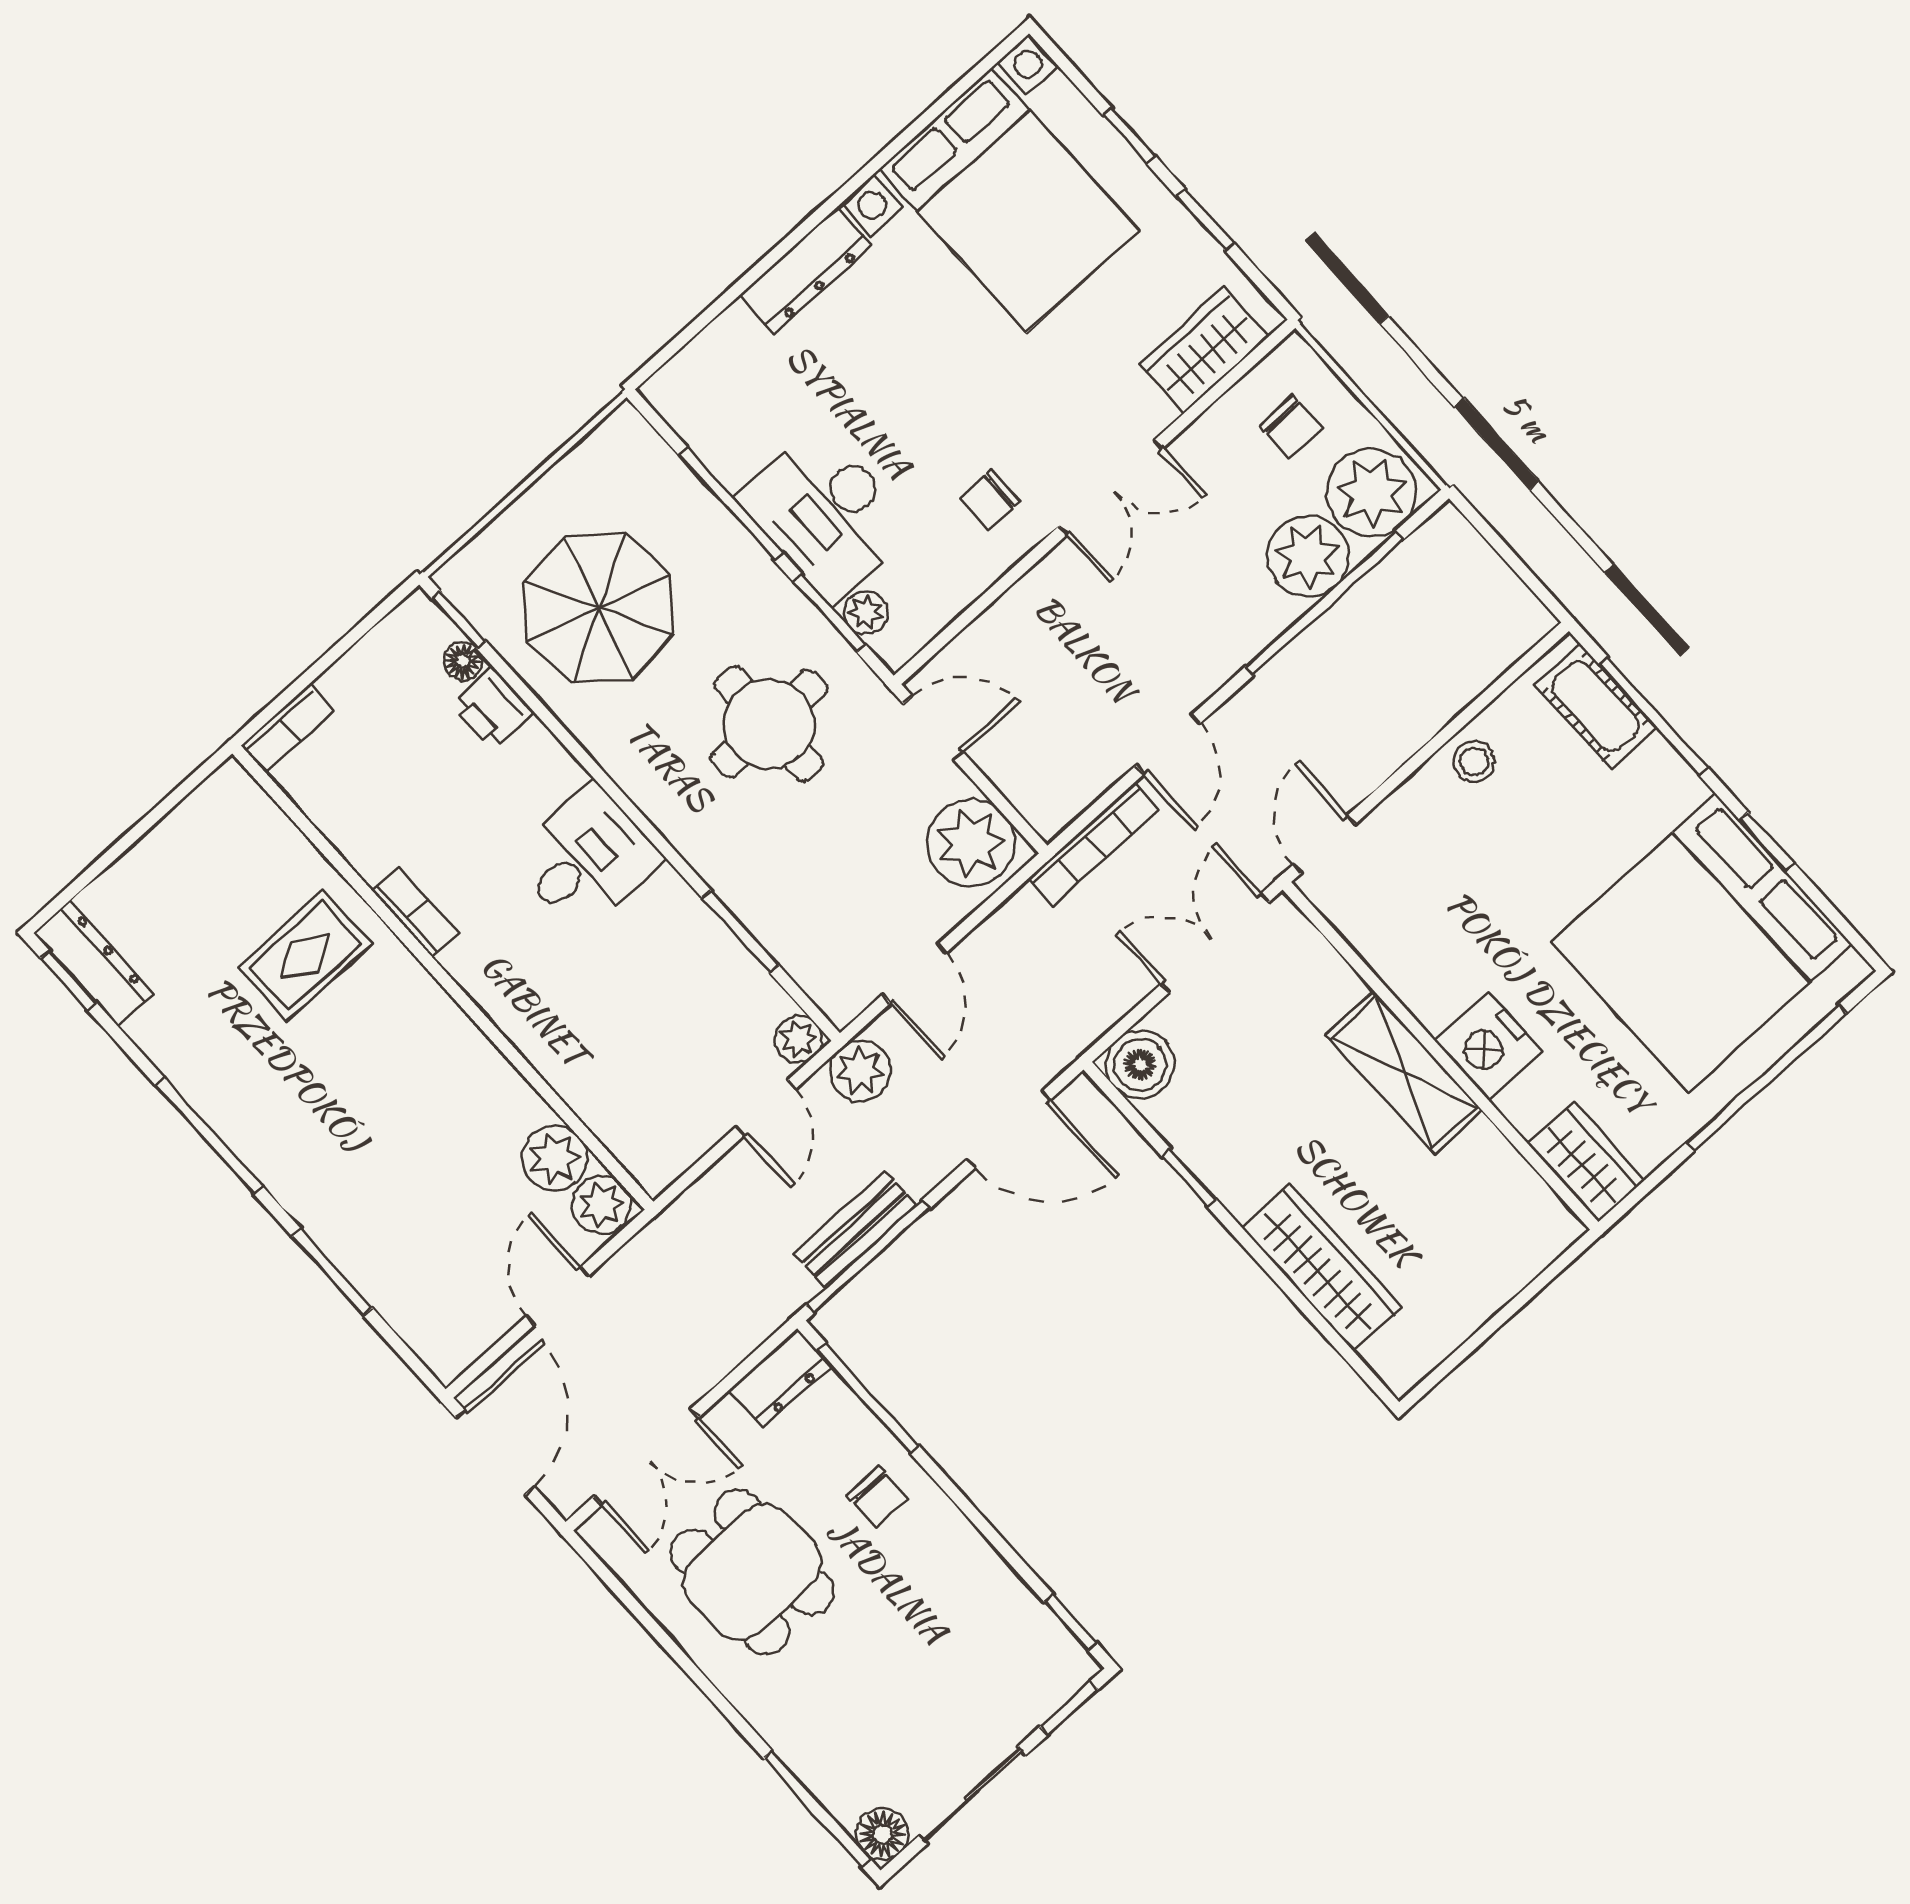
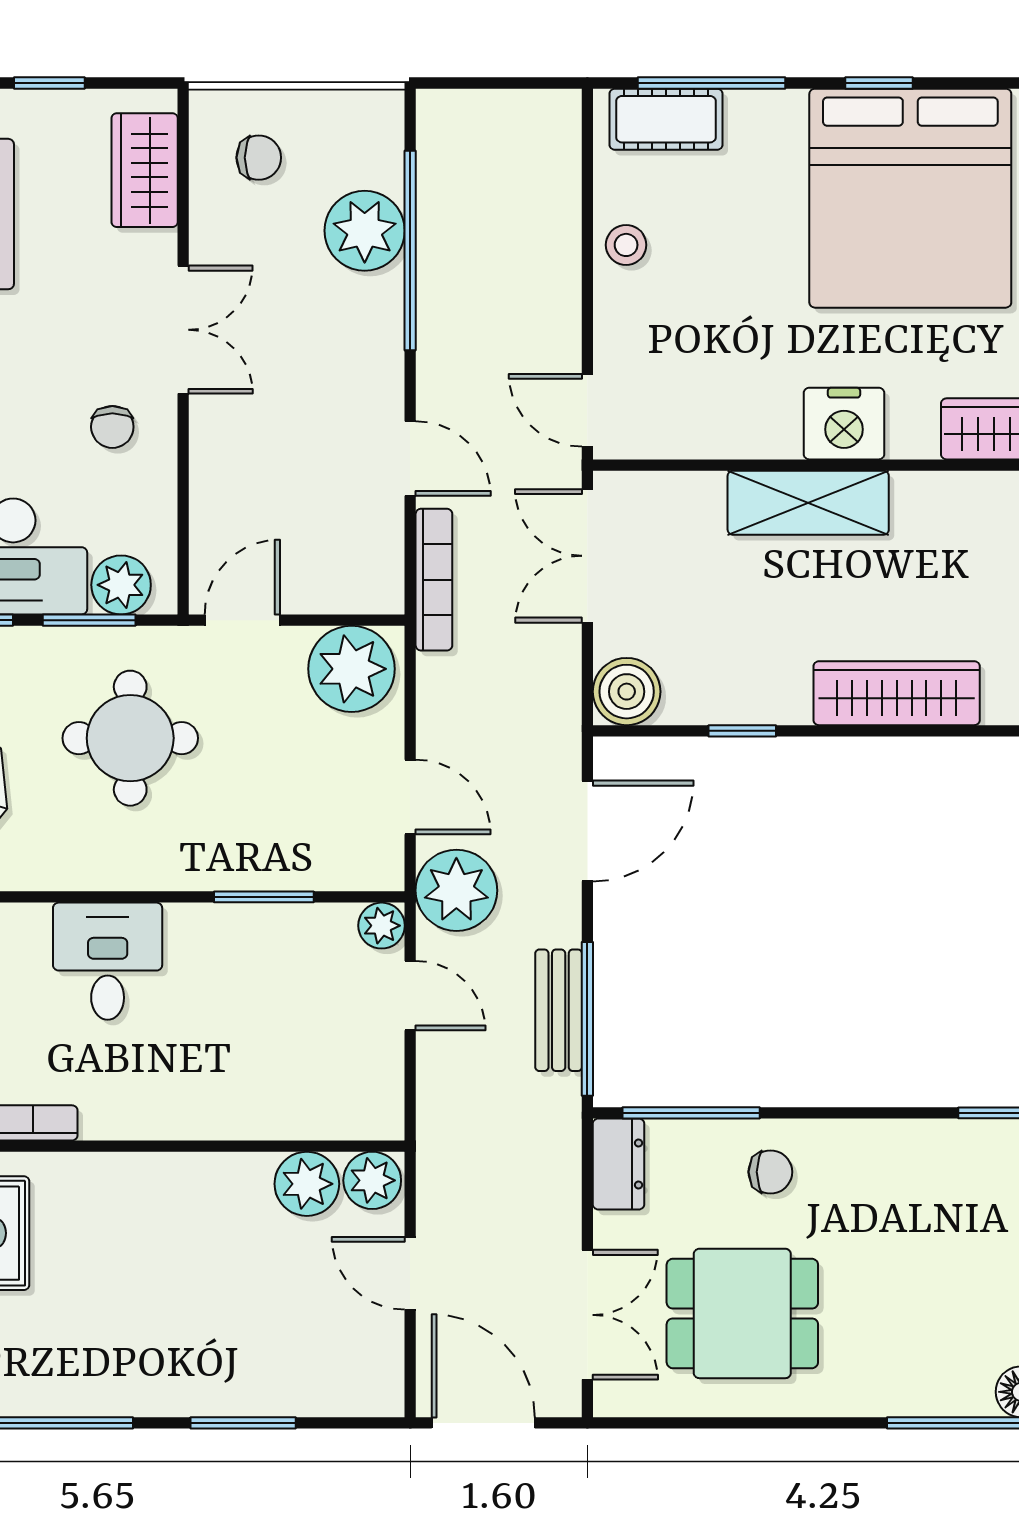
plant: (1371, 493) -> (361, 142), removed
plant: (866, 613) -> (121, 585), width x1.38, depth x1.38
plant: (860, 1071) -> (456, 890), width x1.36, depth x1.36

